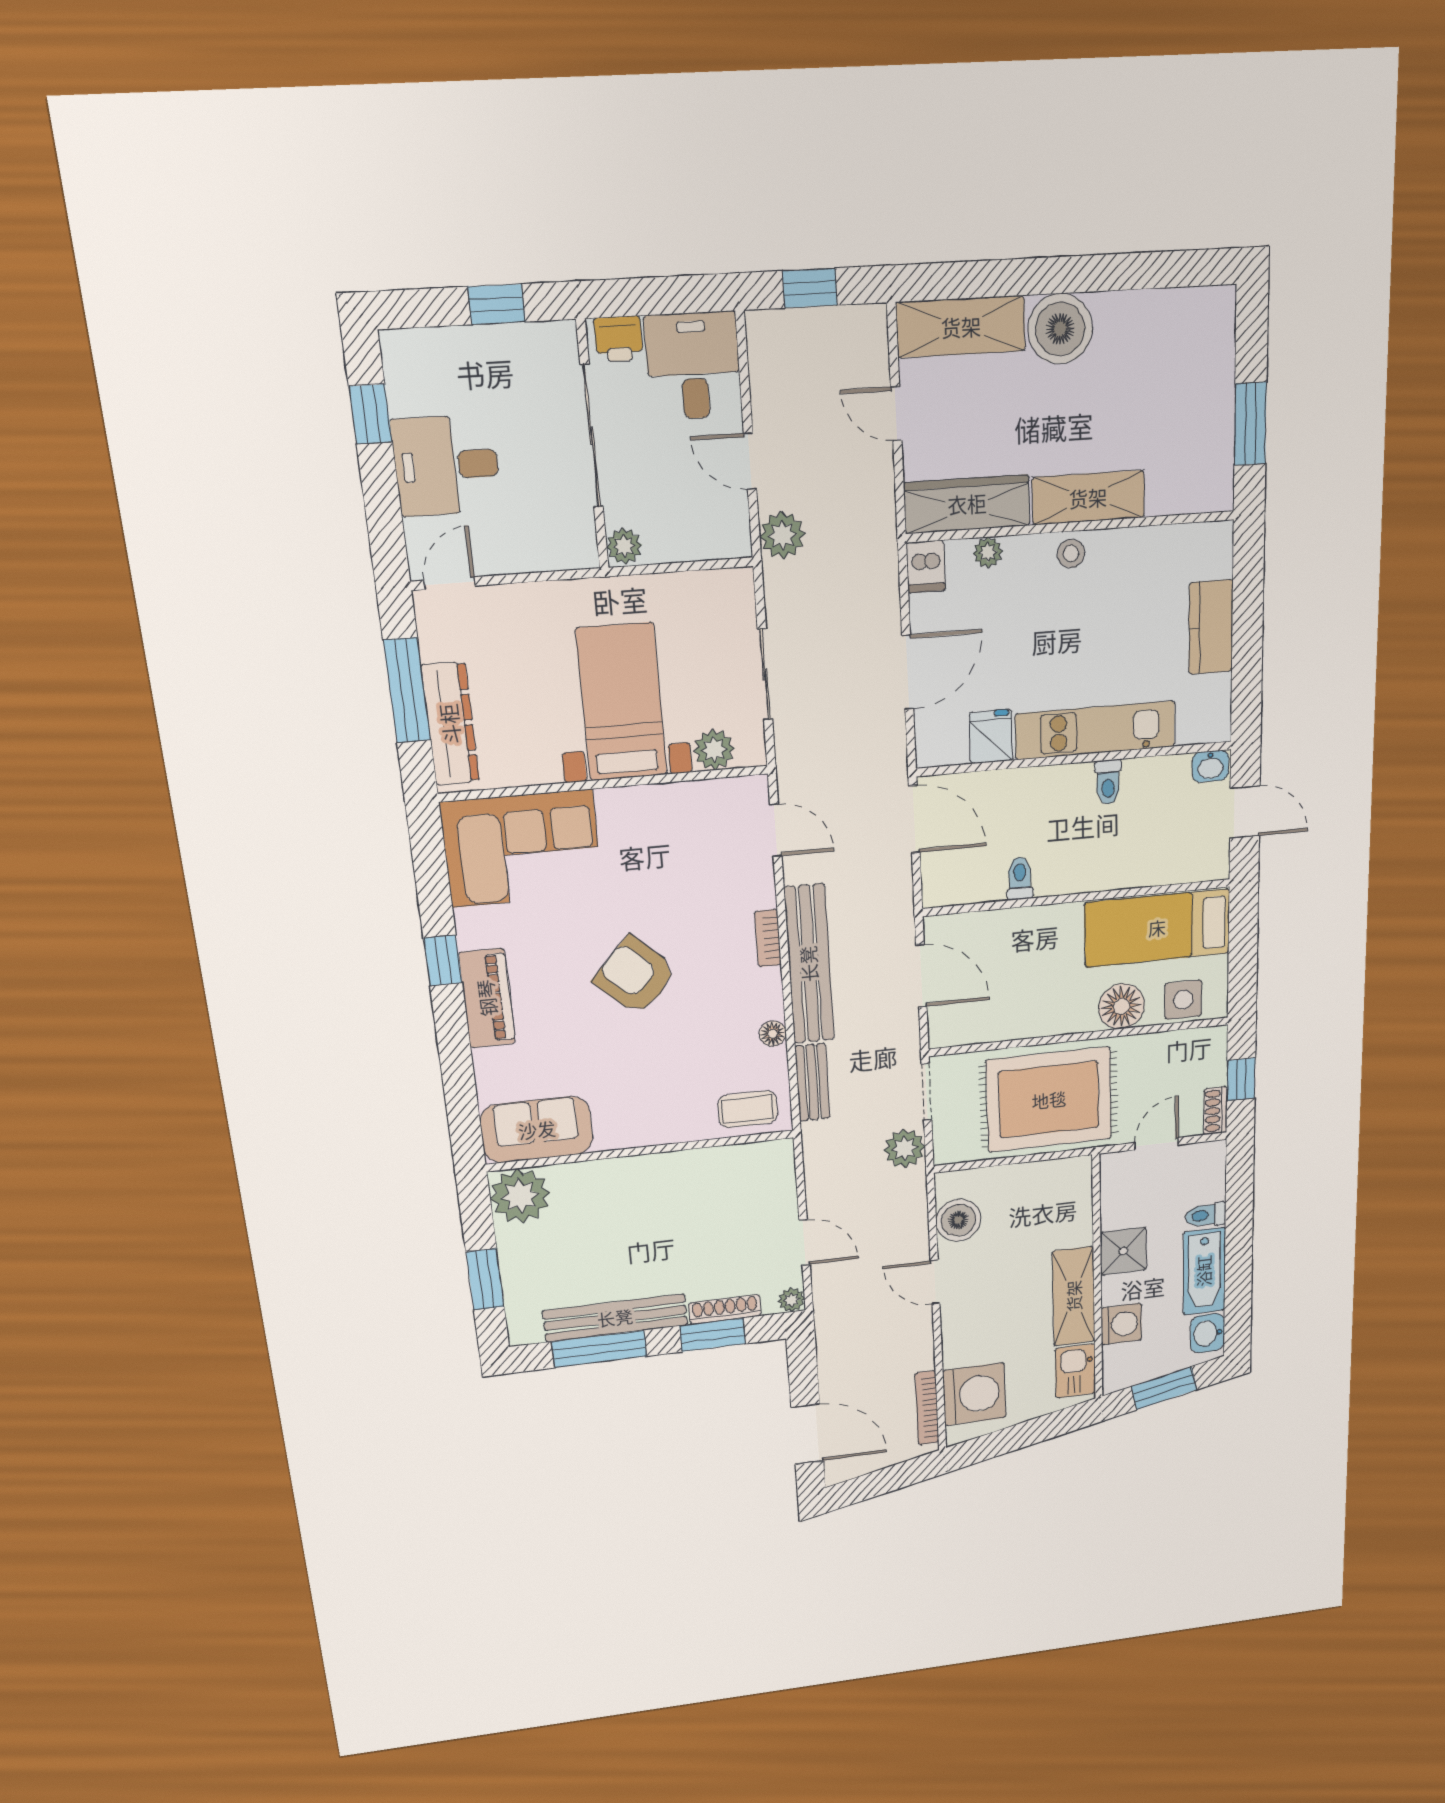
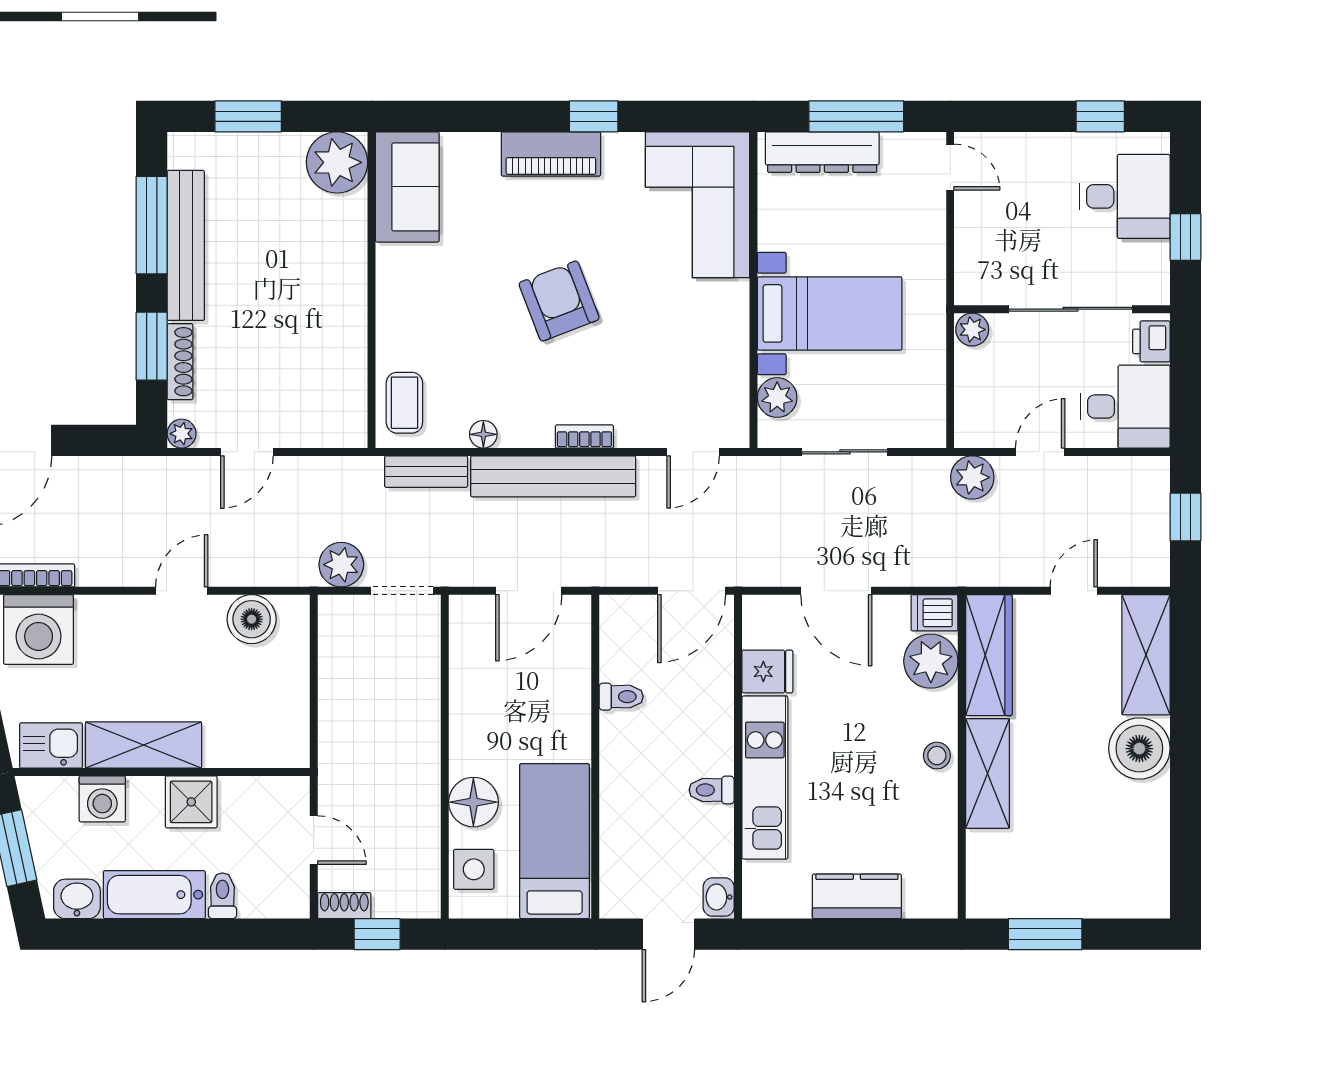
desk: (446, 465) -> (1125, 196), moved, turned 90
plant: (988, 552) -> (931, 661), width x1.87, depth x1.87
armchair: (635, 976) -> (559, 301), turned -64
rug: (1049, 1100) -> (378, 722), removed

